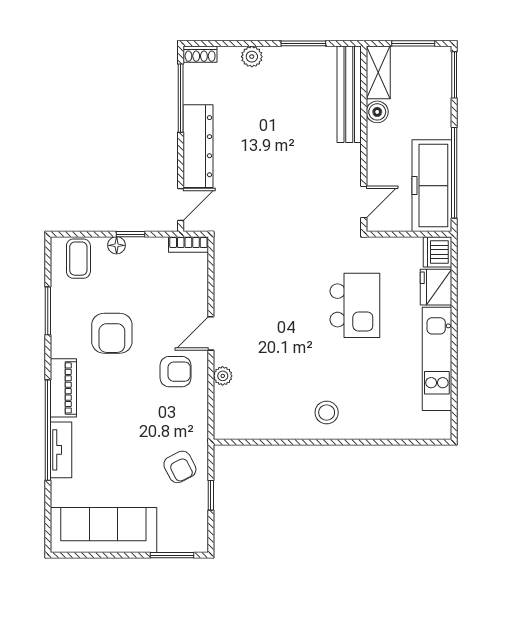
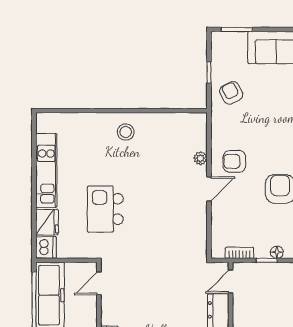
bookcase: (188, 244) -> (239, 253), moved

